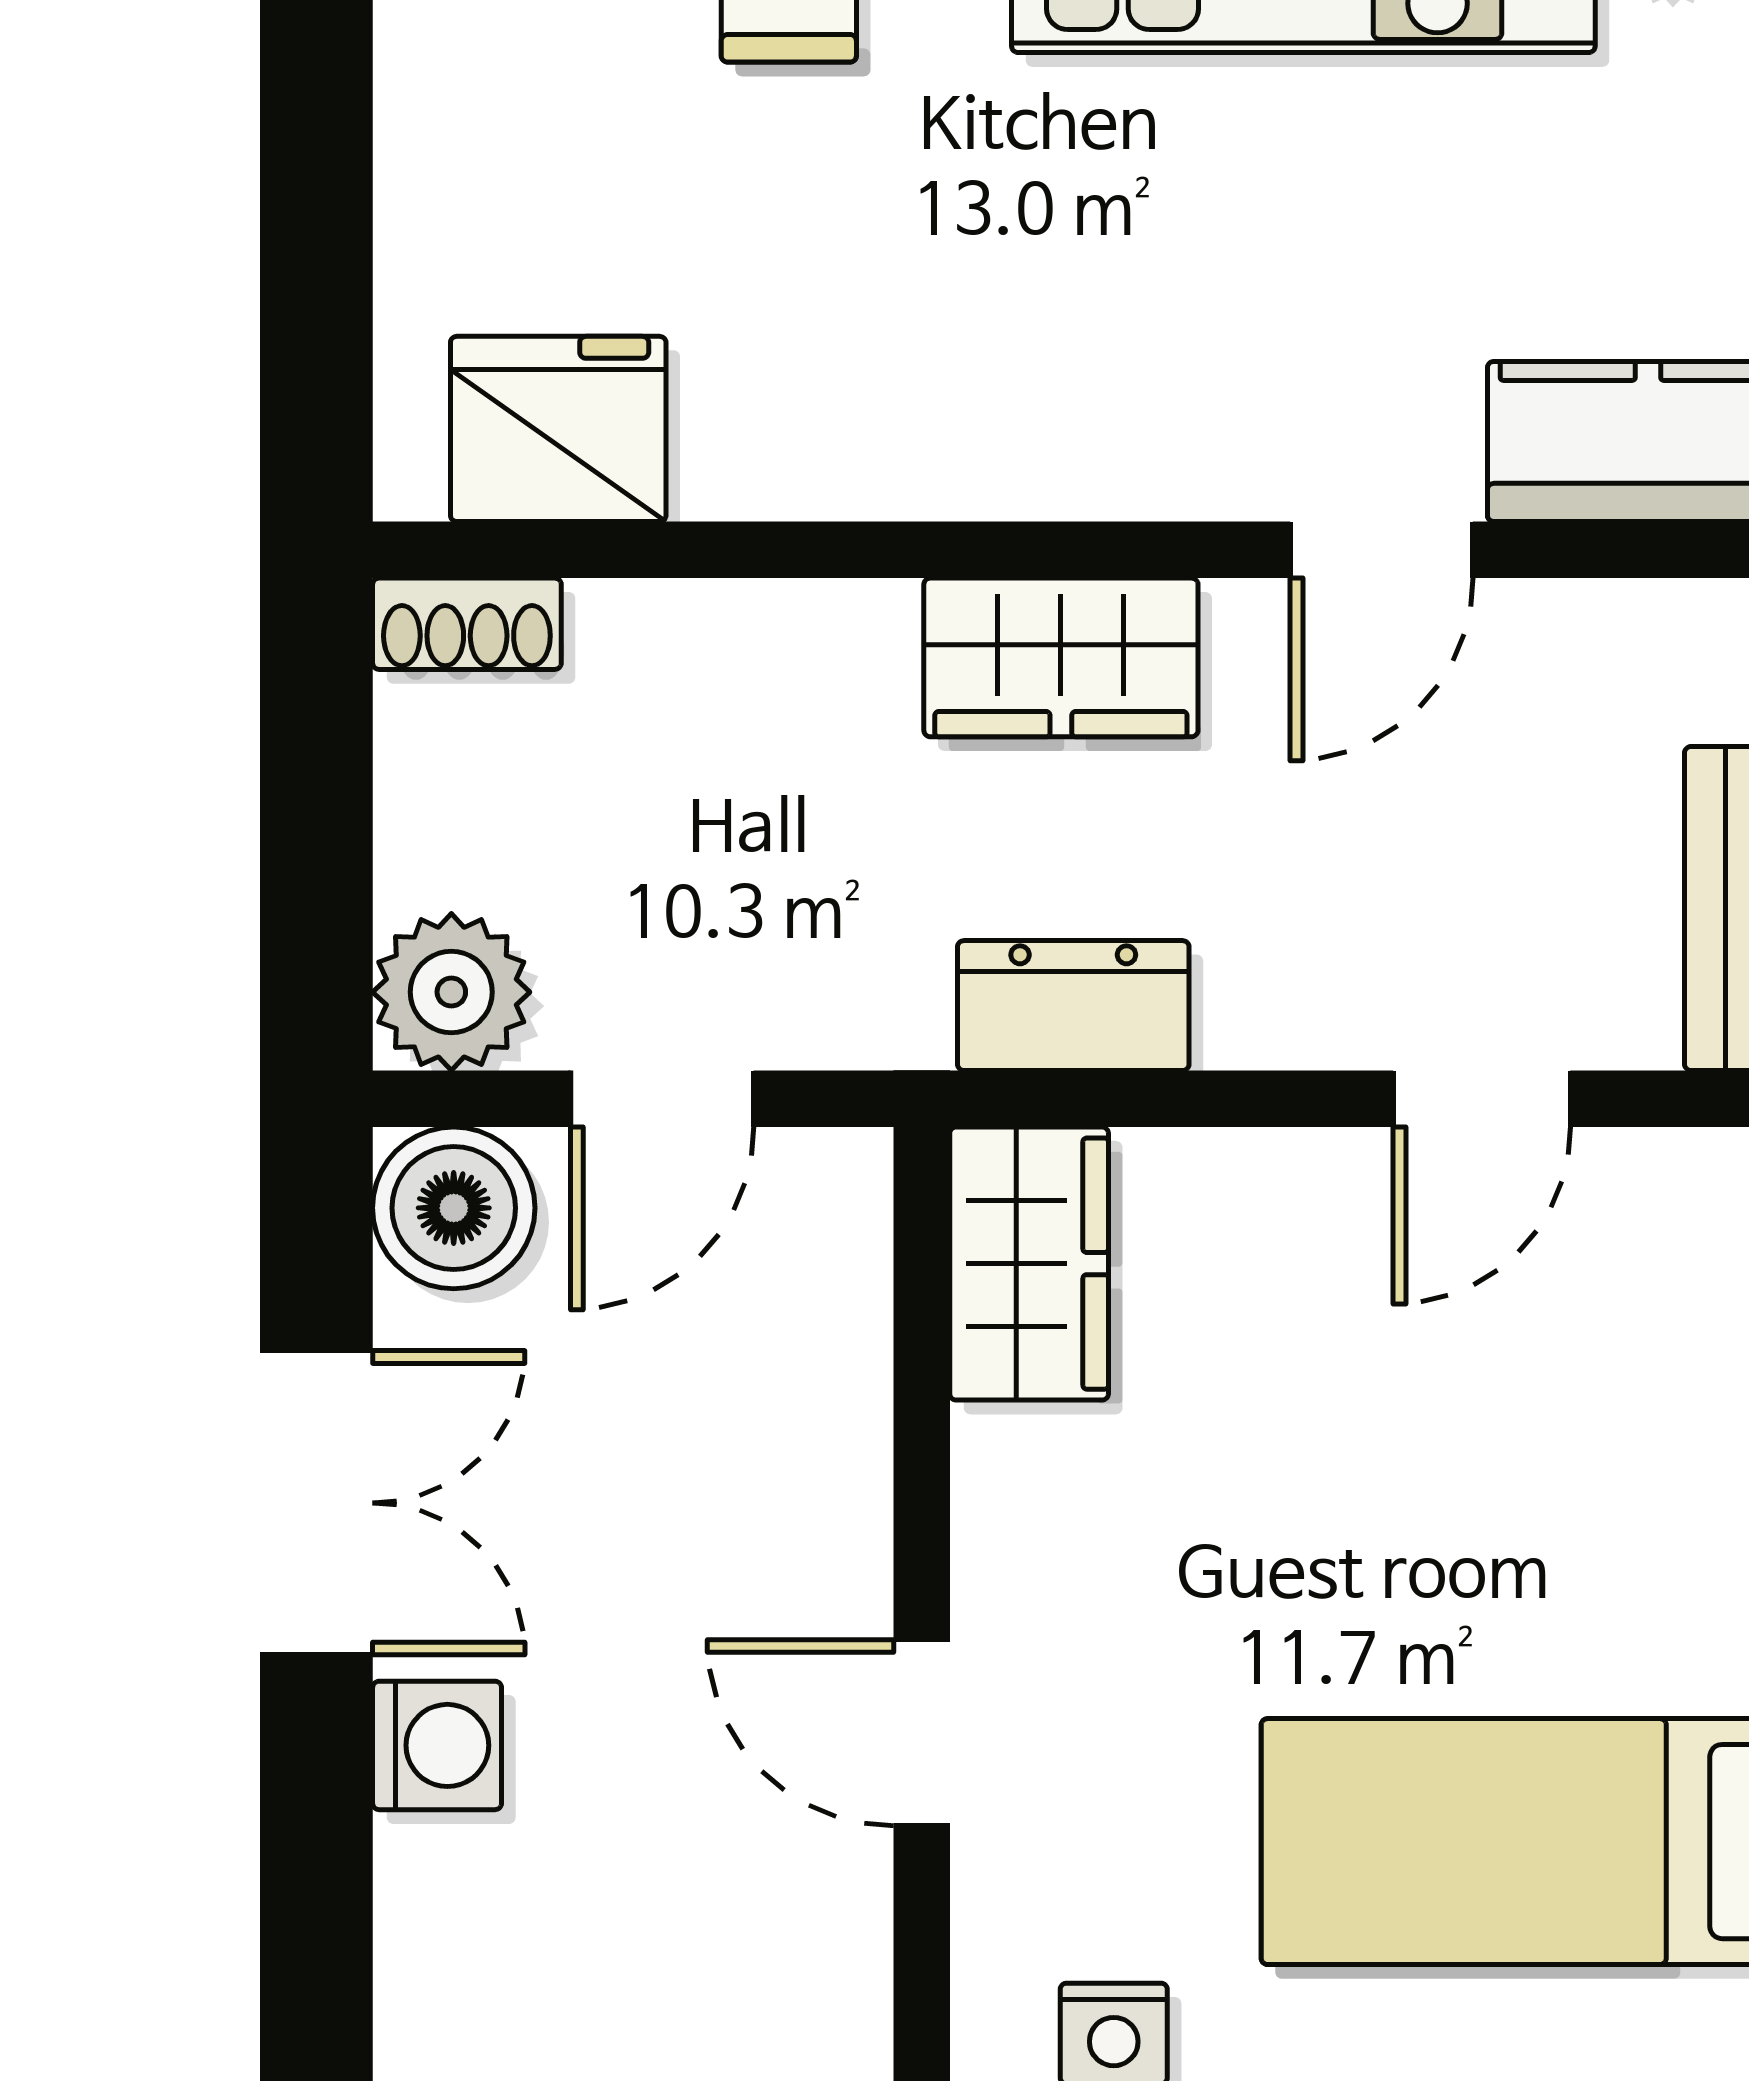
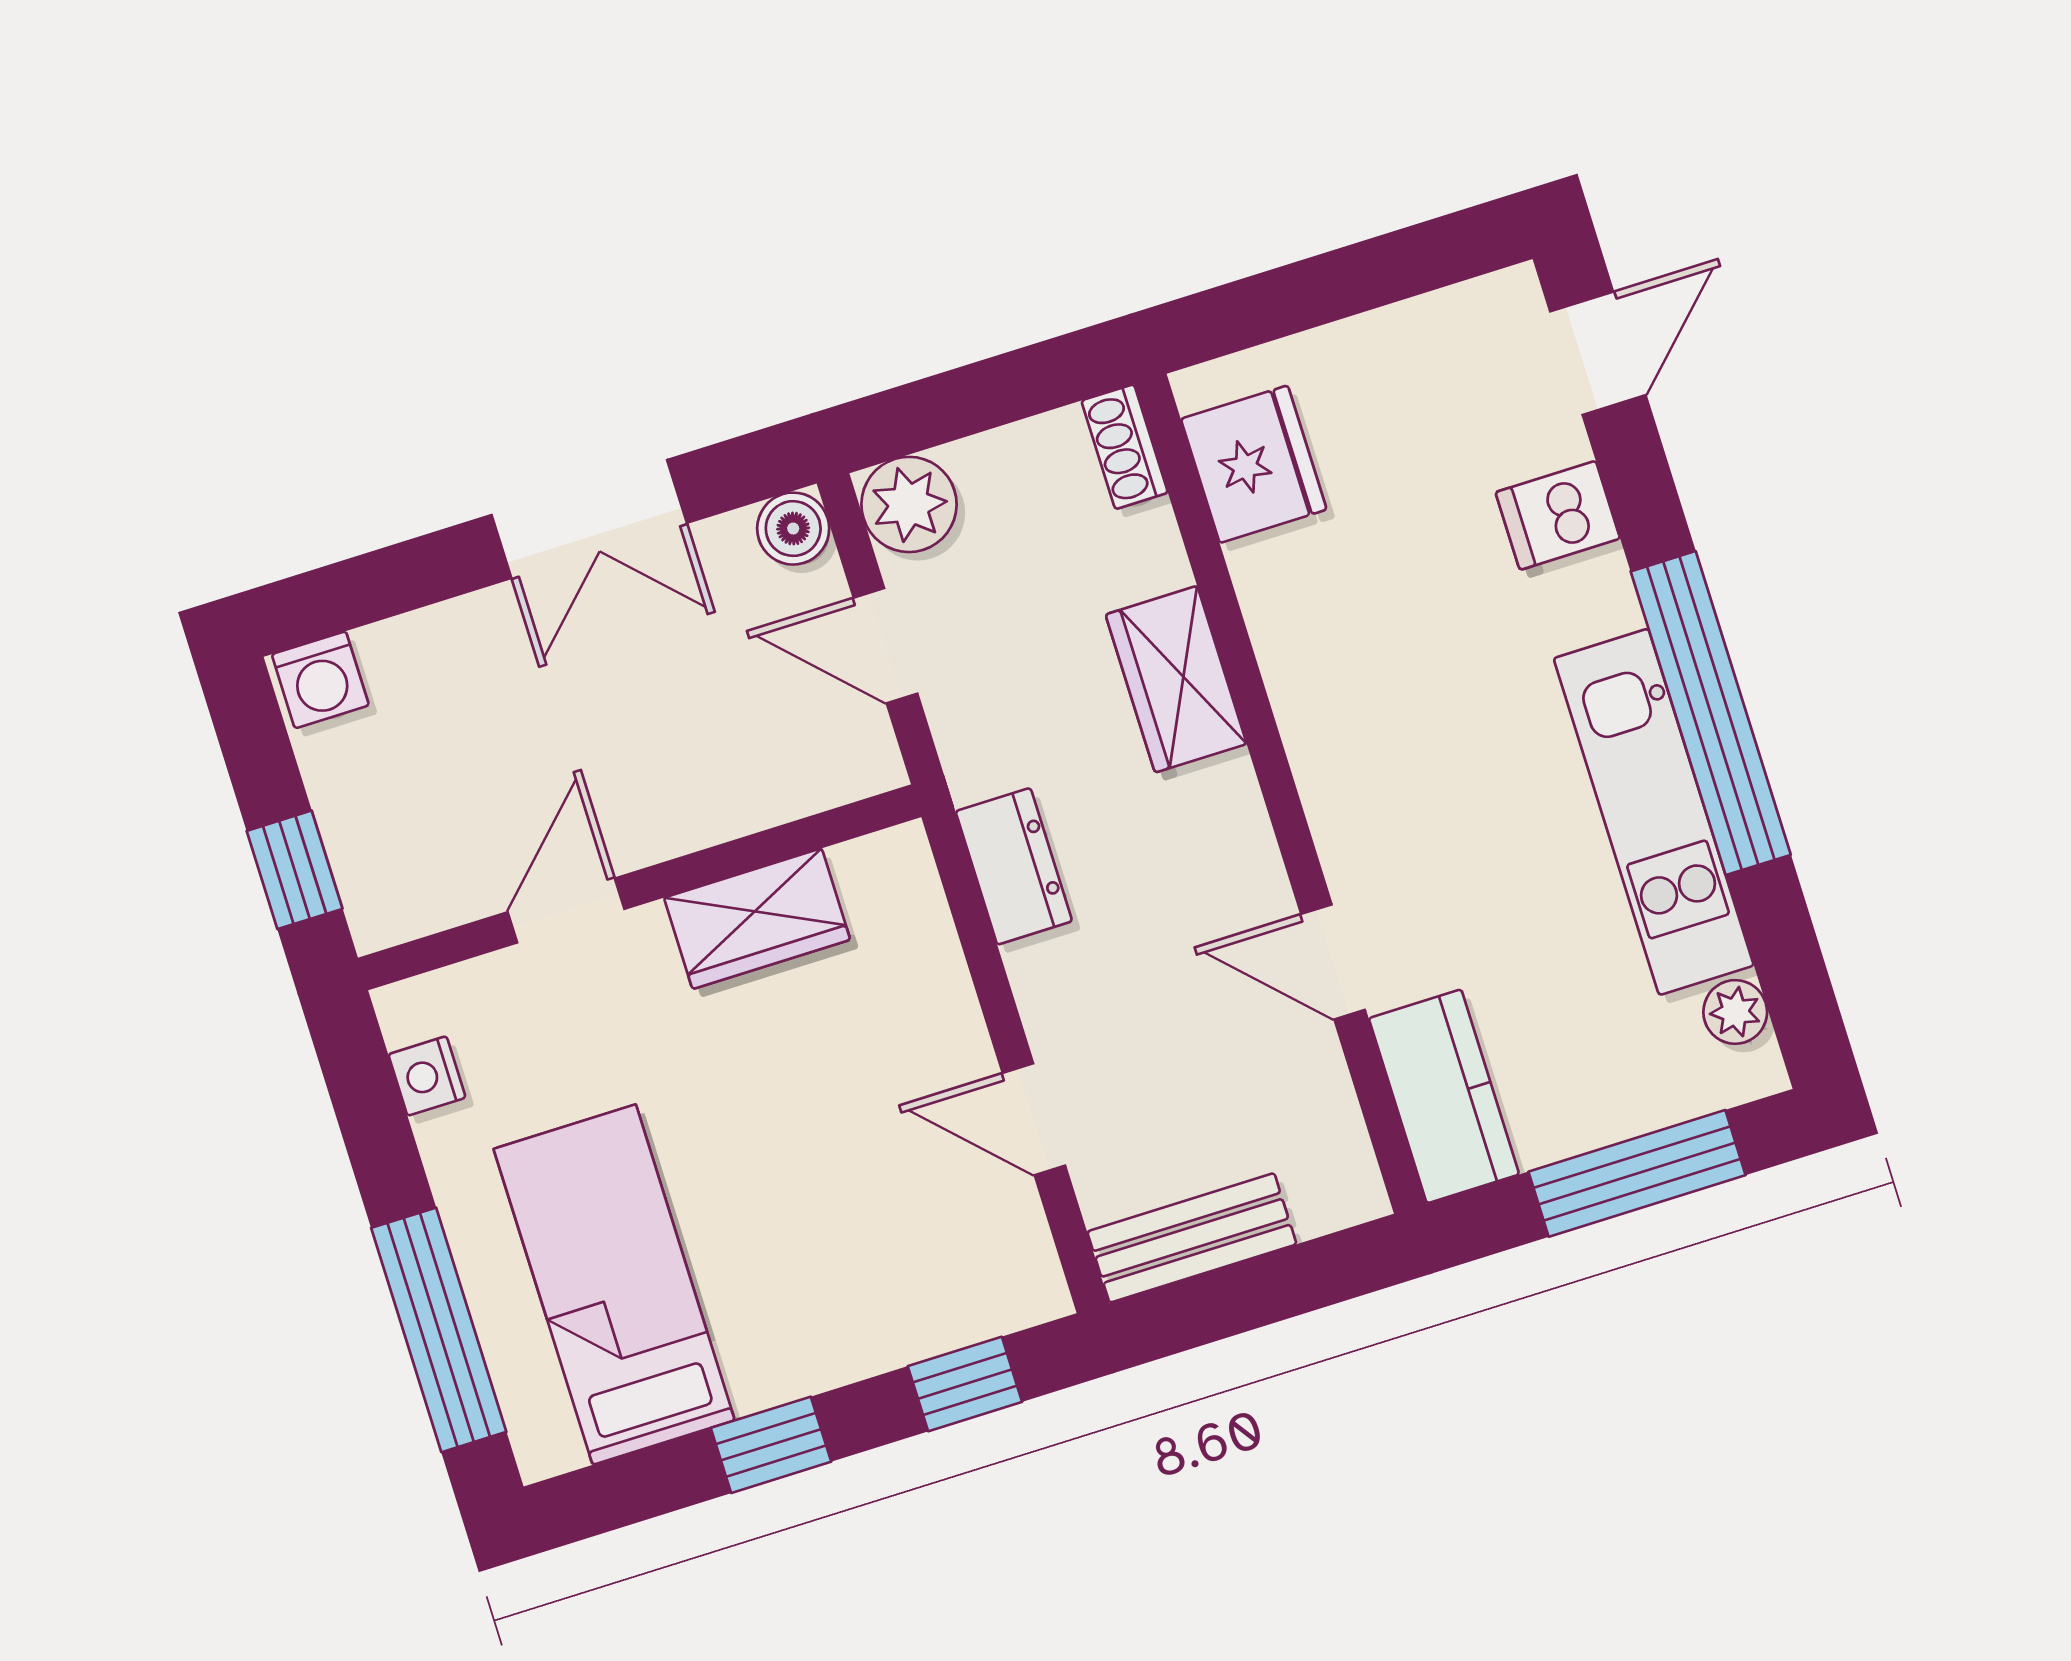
wardrobe: (1061, 657) -> (1176, 679), moved
boiler: (454, 1208) -> (793, 529), width x0.73, depth x0.73
wardrobe: (1029, 1264) -> (757, 919), moved
washing machine: (437, 1745) -> (320, 680), moved

